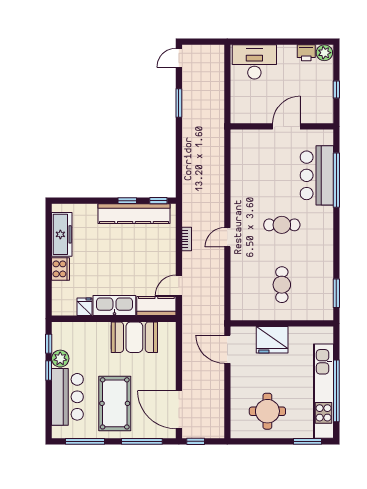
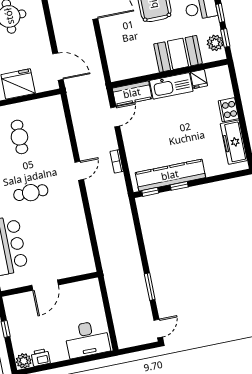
booth: (134, 337) -> (178, 54), moved
plant: (60, 359) -> (215, 43), moved

